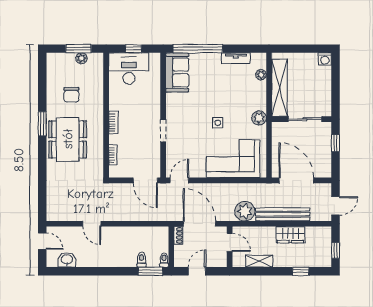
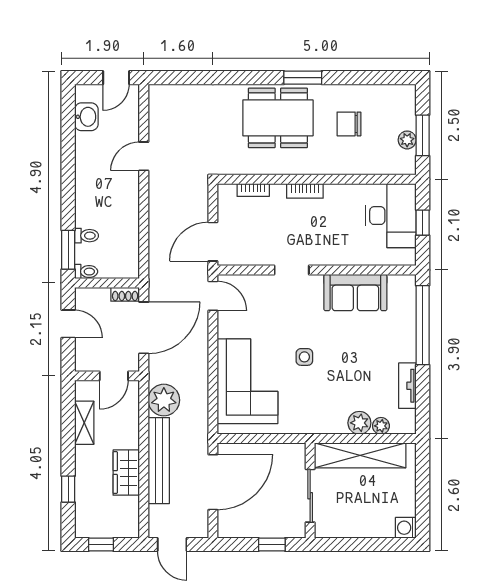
sofa: (177, 72) -> (355, 293), moved
plant: (259, 118) -> (359, 423), moved

